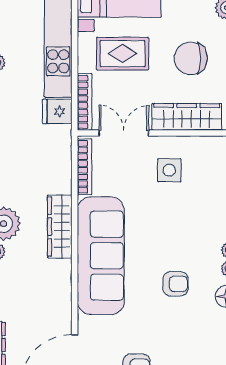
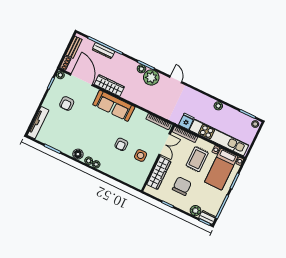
wardrobe: (60, 227) -> (109, 86), moved
sofa: (101, 256) -> (114, 106), width x0.74, depth x0.79
armchair: (175, 284) -> (121, 144), moved

